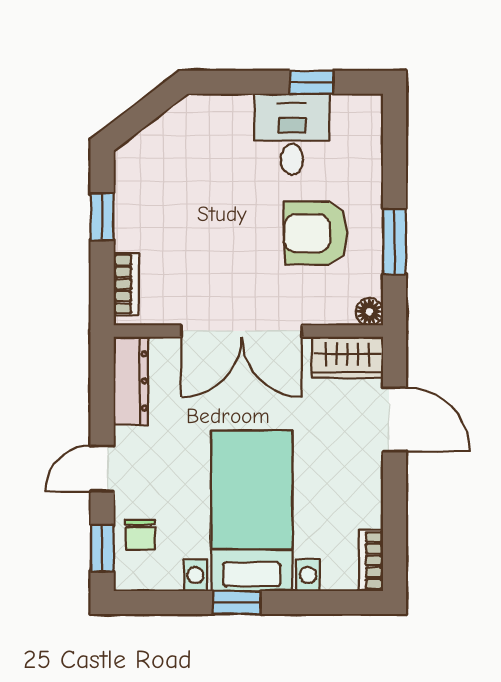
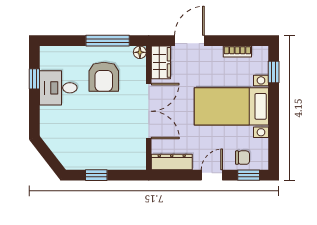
window: (395, 242) -> (108, 41), width x1.44
bookcase: (126, 284) -> (127, 164), removed
door: (102, 468) -> (212, 175), swing flipped
bookcase: (371, 561) -> (237, 52), moved
window: (237, 603) -> (274, 72), moved

